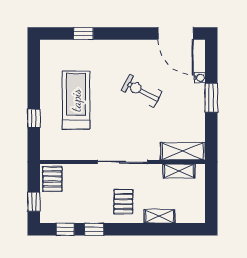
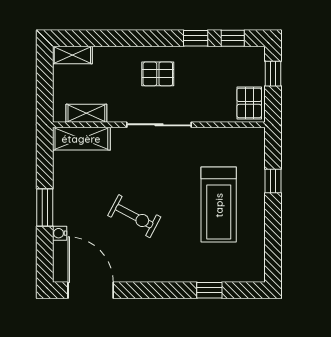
pallet: (123, 202) -> (158, 74), turned 90
shelving: (159, 216) -> (72, 55), moved

